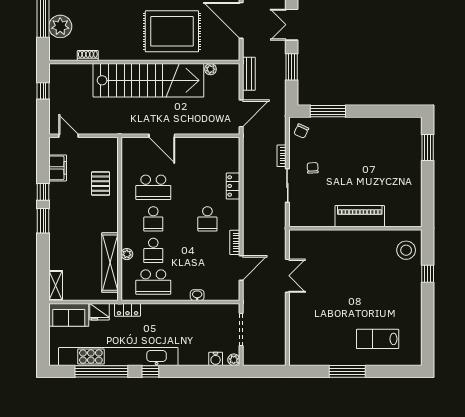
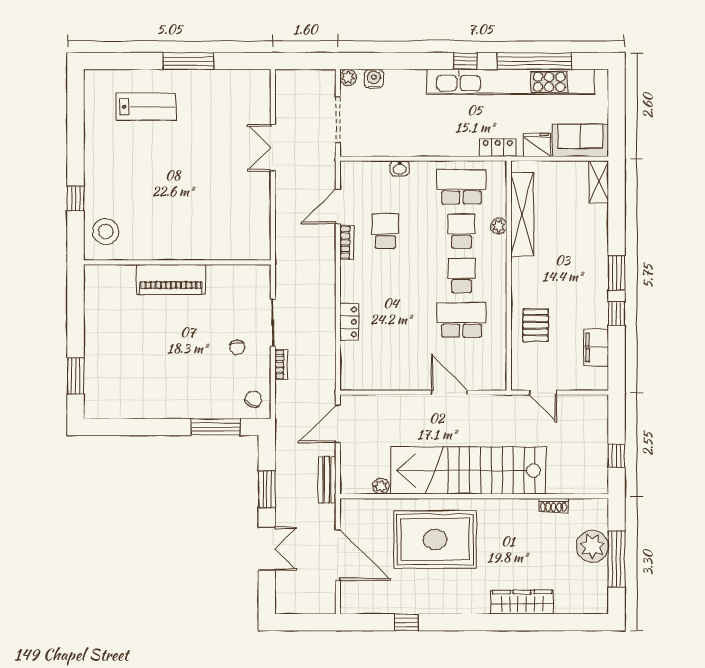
door: (69, 136) -> (543, 393), moved
school desk: (207, 219) -> (385, 231), moved
double door: (287, 276) -> (273, 148), moved

